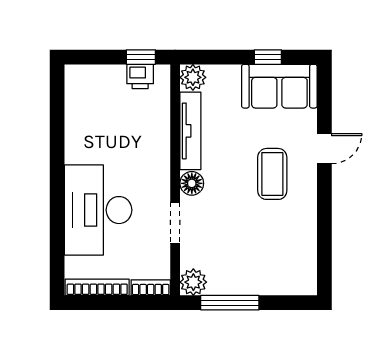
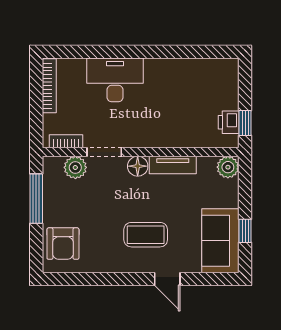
tv unit: (190, 131) -> (173, 165), width x0.71
desk: (98, 210) -> (115, 80), width x0.73, depth x0.77
armchair: (283, 271) -> (63, 244), added
plant: (193, 282) -> (75, 167), moved
bookcase: (151, 288) -> (66, 141), moved, turned -90

